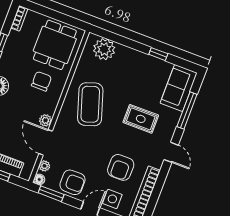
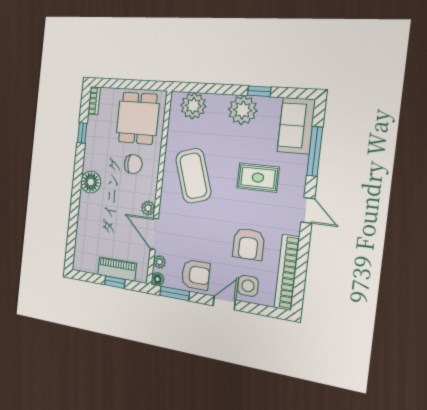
plant: (142, 64) -> (243, 110), added
chair: (41, 81) -> (133, 164), turned 90

